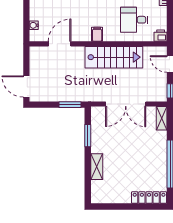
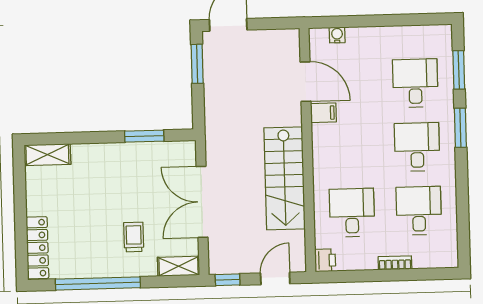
filing cabinet: (97, 34) -> (323, 113), moved
window: (70, 105) -> (197, 64), moved
trolley: (144, 143) -> (134, 237), added
shelving: (97, 167) -> (47, 155), moved

